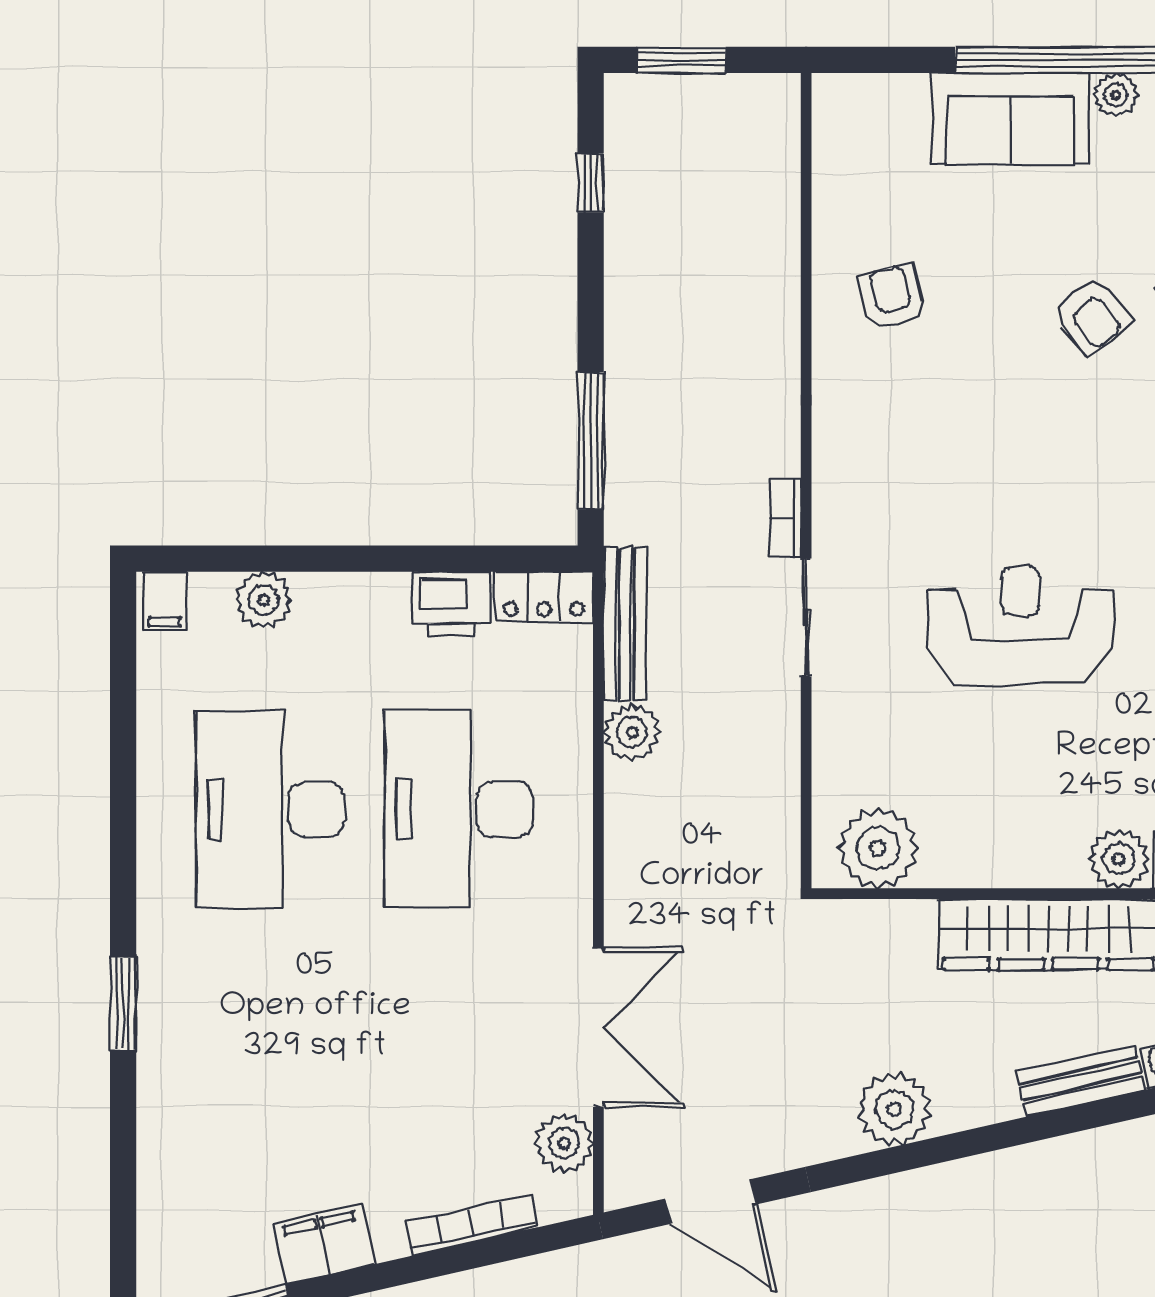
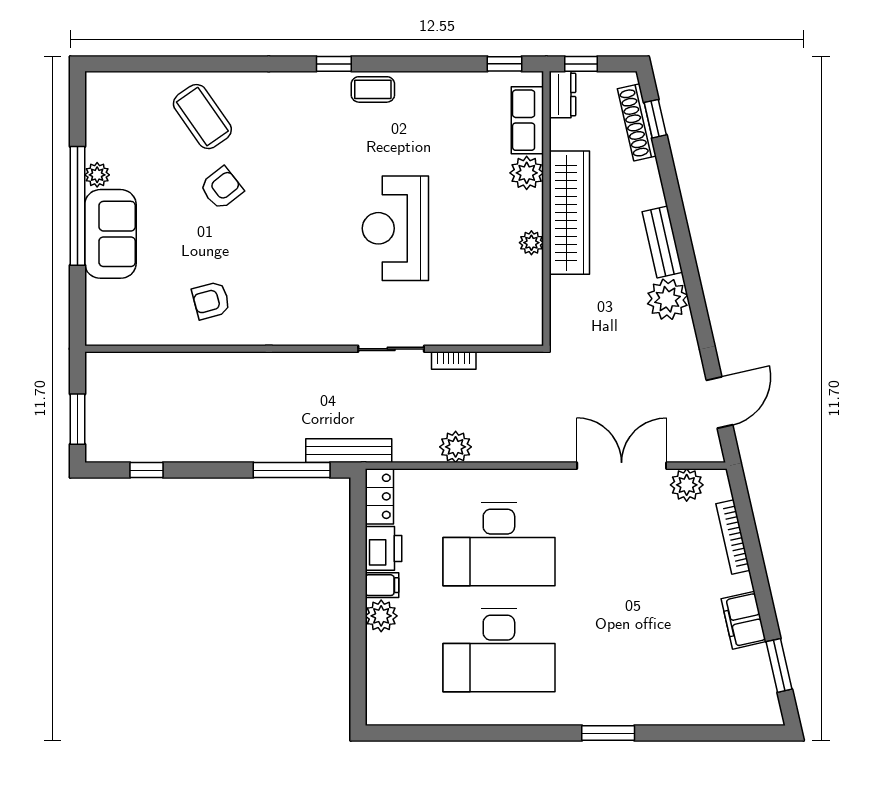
bookcase: (785, 517) -> (454, 361), moved
plant: (263, 600) -> (381, 616), moved
filing cabinet: (165, 601) -> (382, 585), moved
bench: (625, 623) -> (349, 451), moved
plant: (878, 848) -> (531, 243), moved, width x0.53, depth x0.53
bench: (1081, 1081) -> (662, 242), moved

